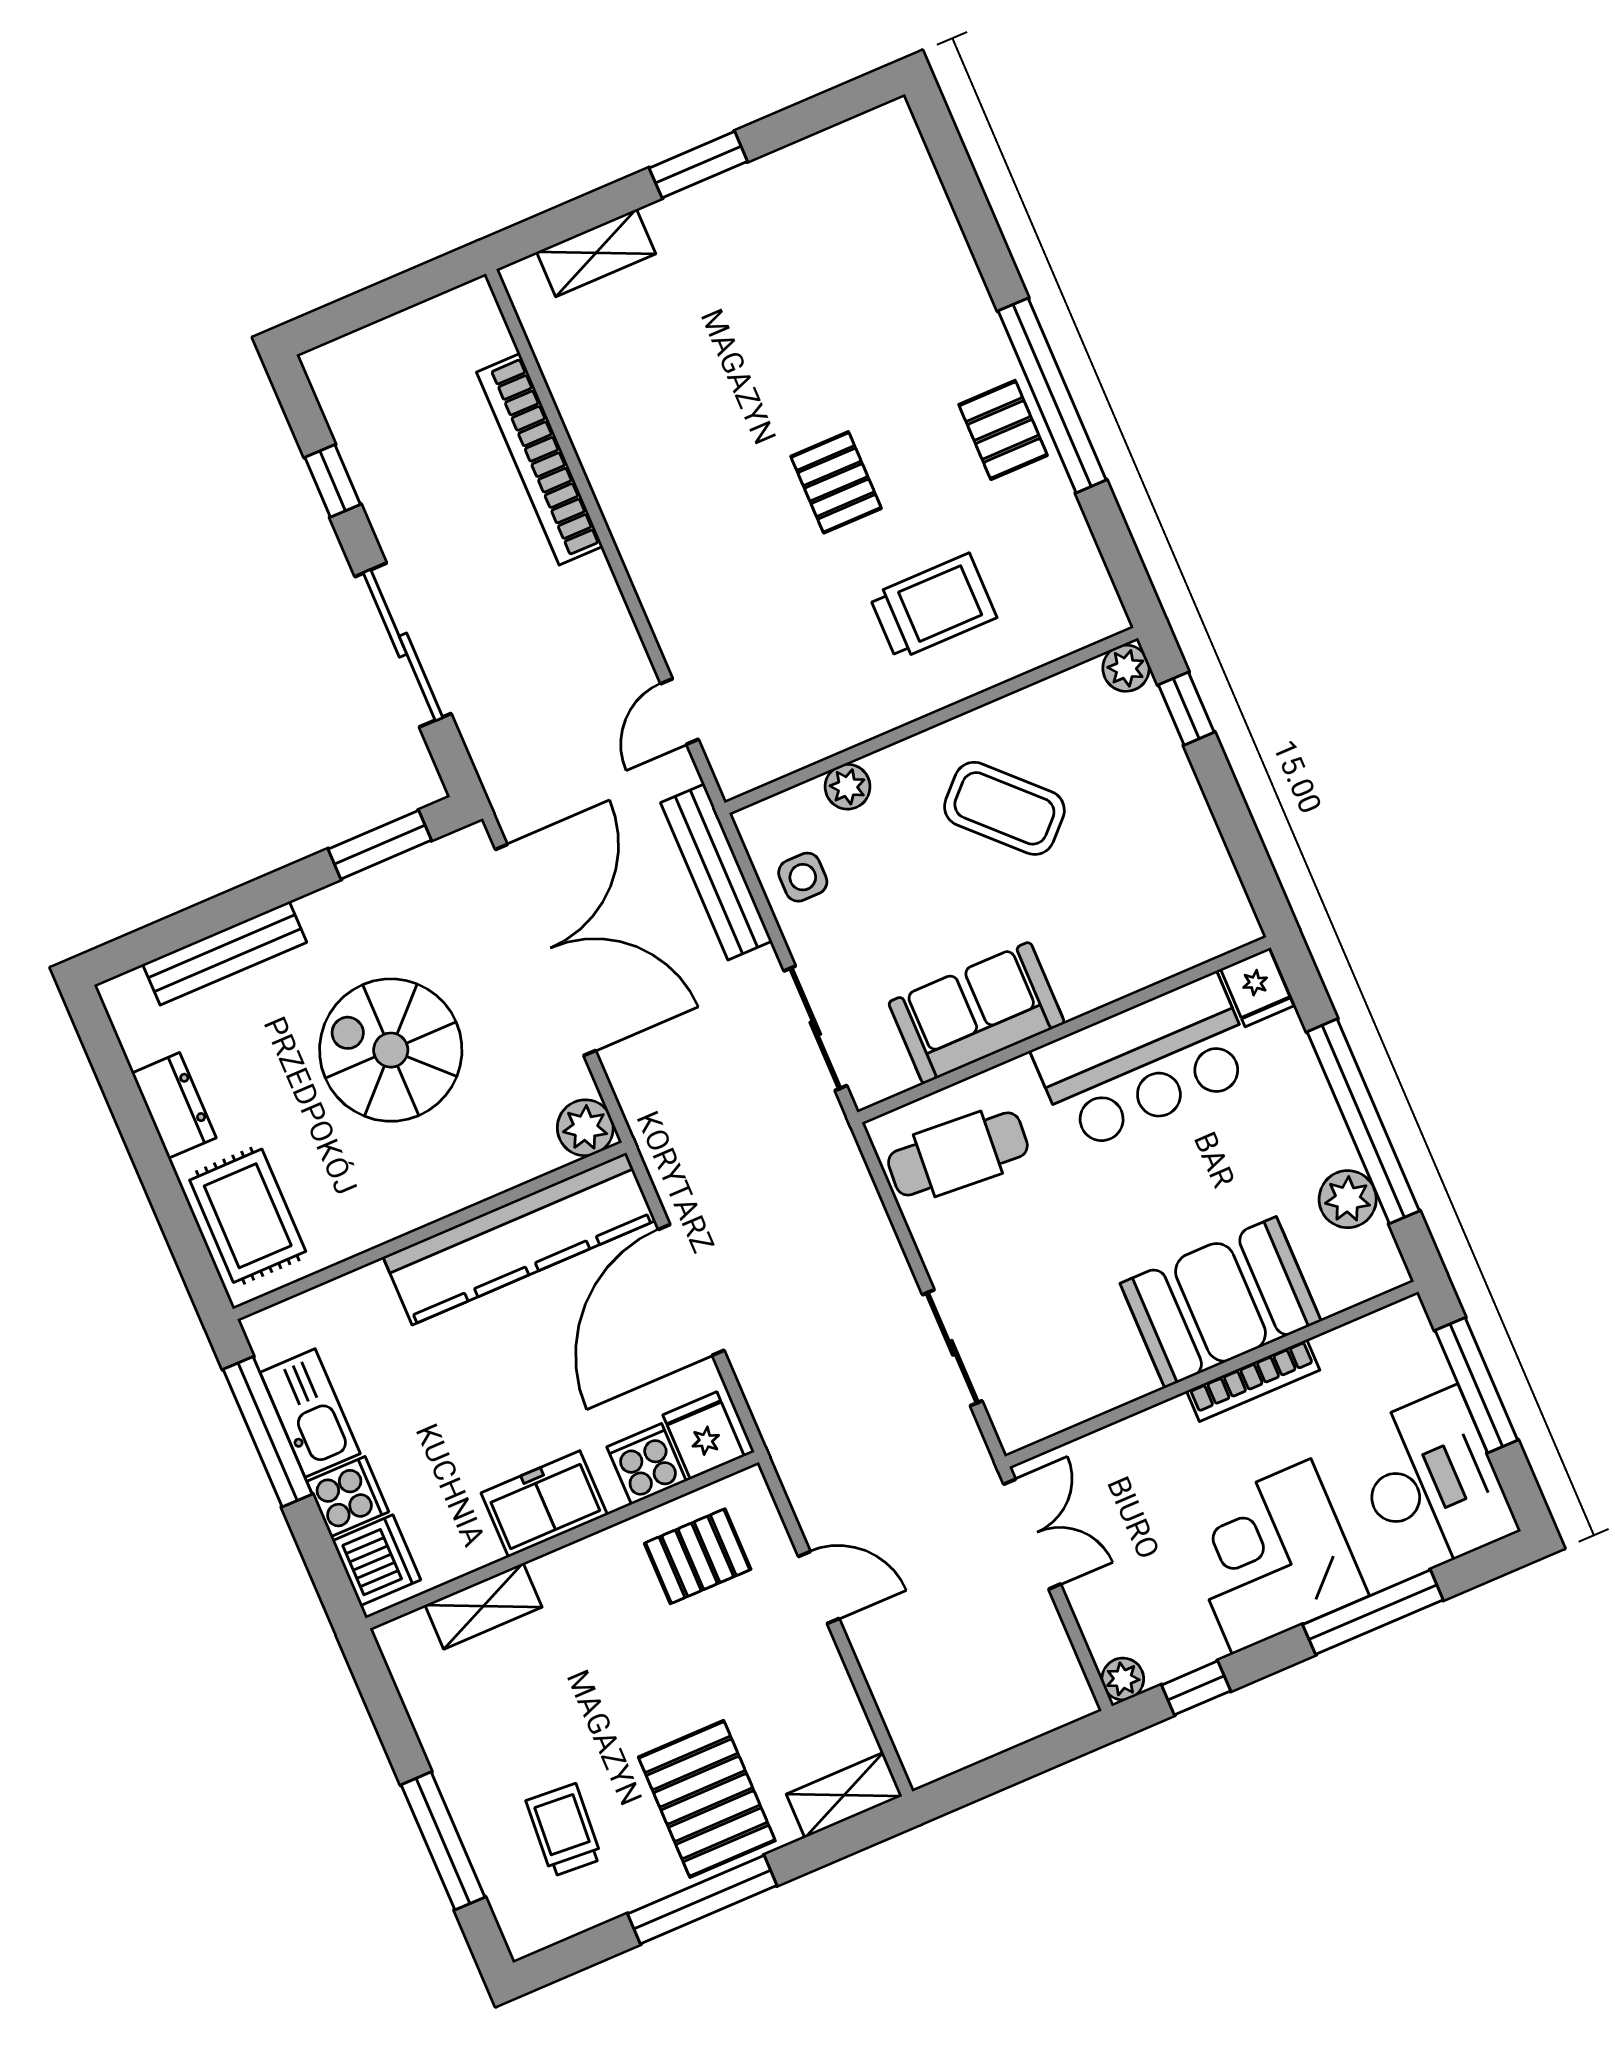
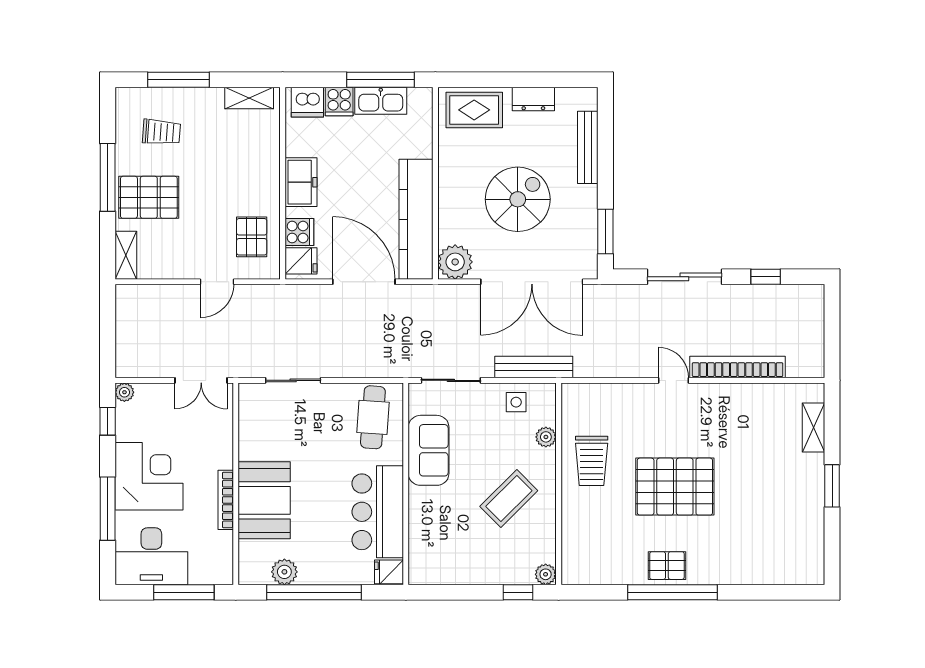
pallet: (836, 482) -> (675, 487), width x2.05, depth x2.00
trolley: (933, 607) -> (592, 461), moved
door: (679, 711) -> (674, 380), moved
plant: (585, 1128) -> (455, 262), width x1.36, depth x1.36
shelving: (483, 1606) -> (249, 98), moved, turned 90

